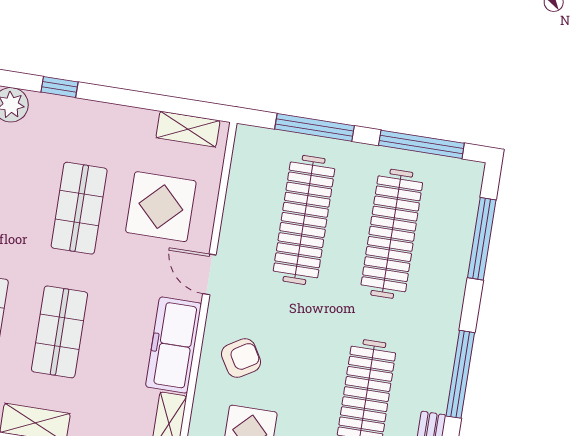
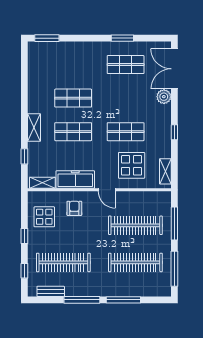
window: (60, 87) -> (174, 132), moved
window: (482, 239) -> (123, 300), moved
door: (209, 274) -> (107, 190), swing flipped
armchair: (241, 358) -> (74, 208), turned -149

